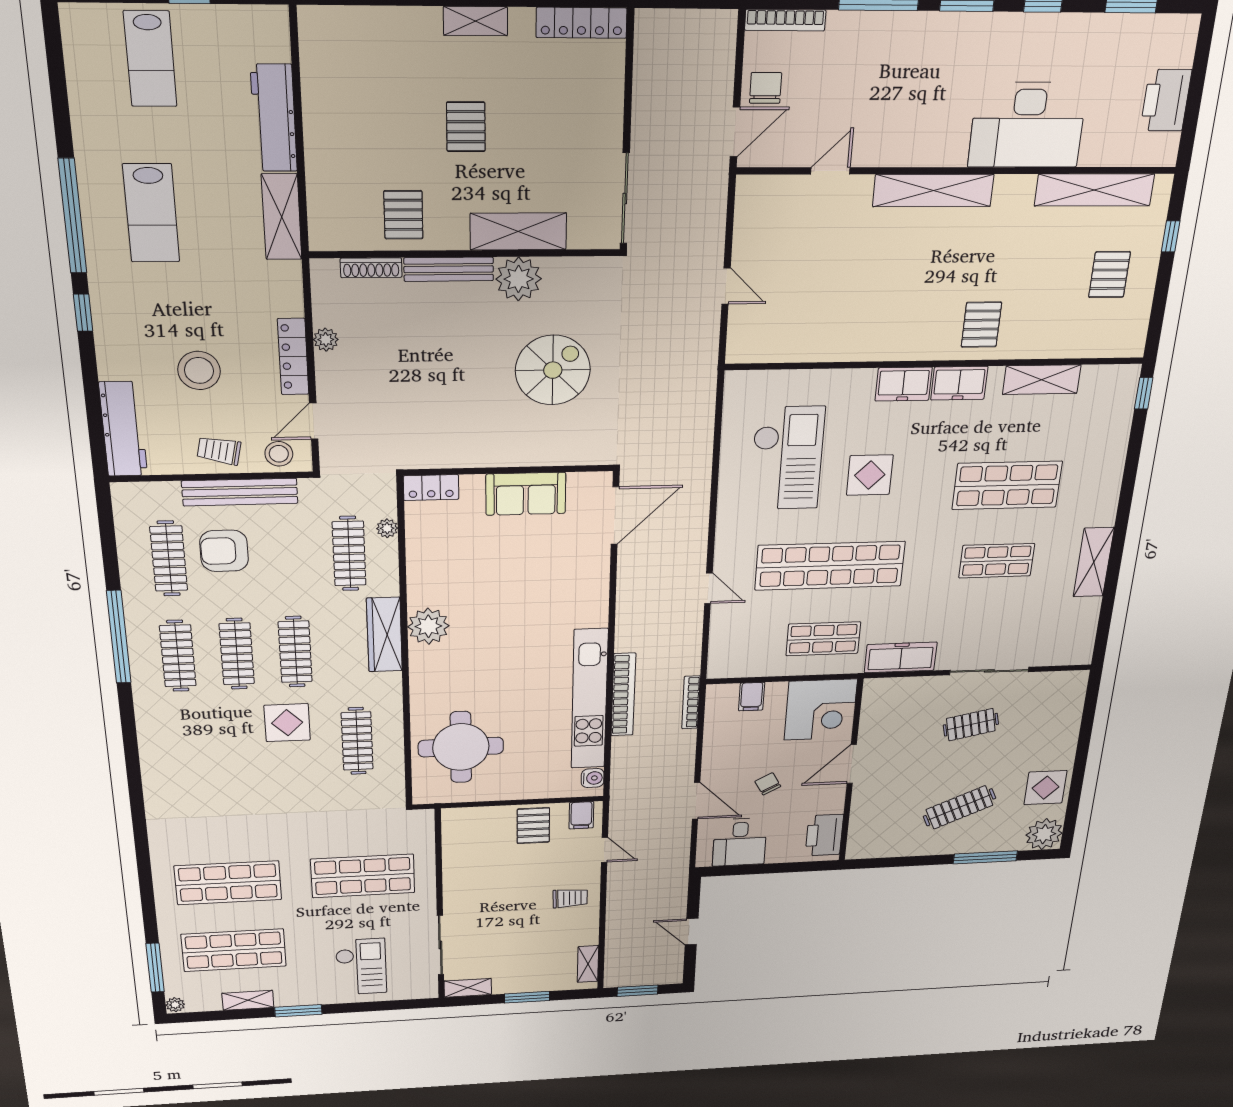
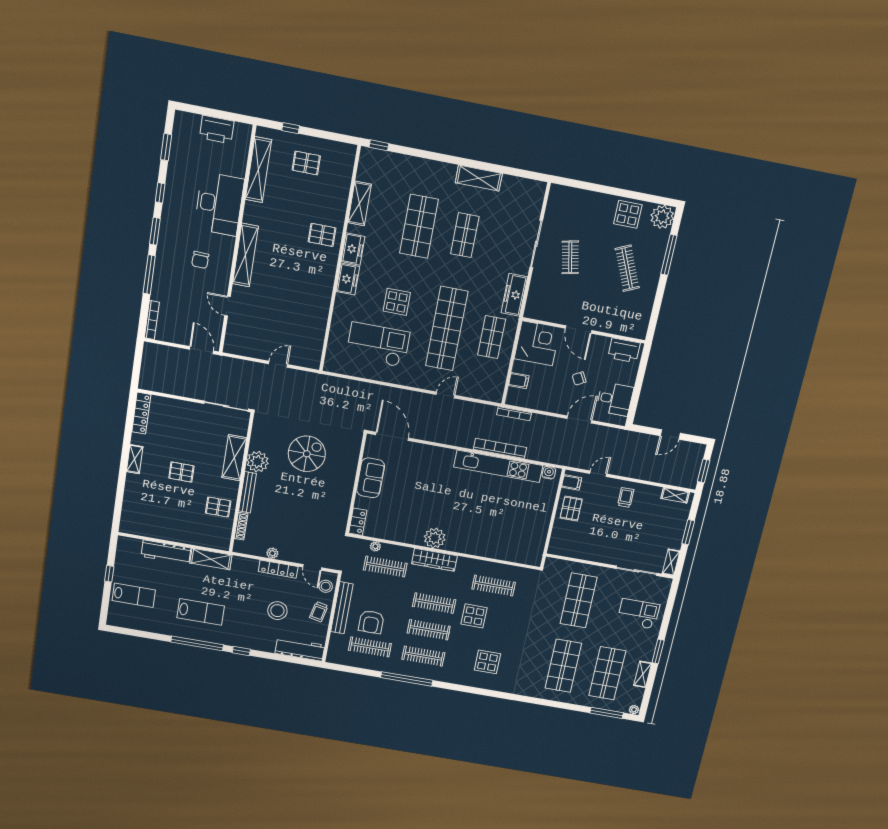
chair: (766, 88) -> (200, 260), moved, turned -88
spiral stairs: (553, 370) -> (307, 454), turned 90
round table: (461, 747) -> (511, 536), removed
display table: (199, 764) -> (487, 662), added
pallet: (533, 826) -> (571, 509), turned 90

